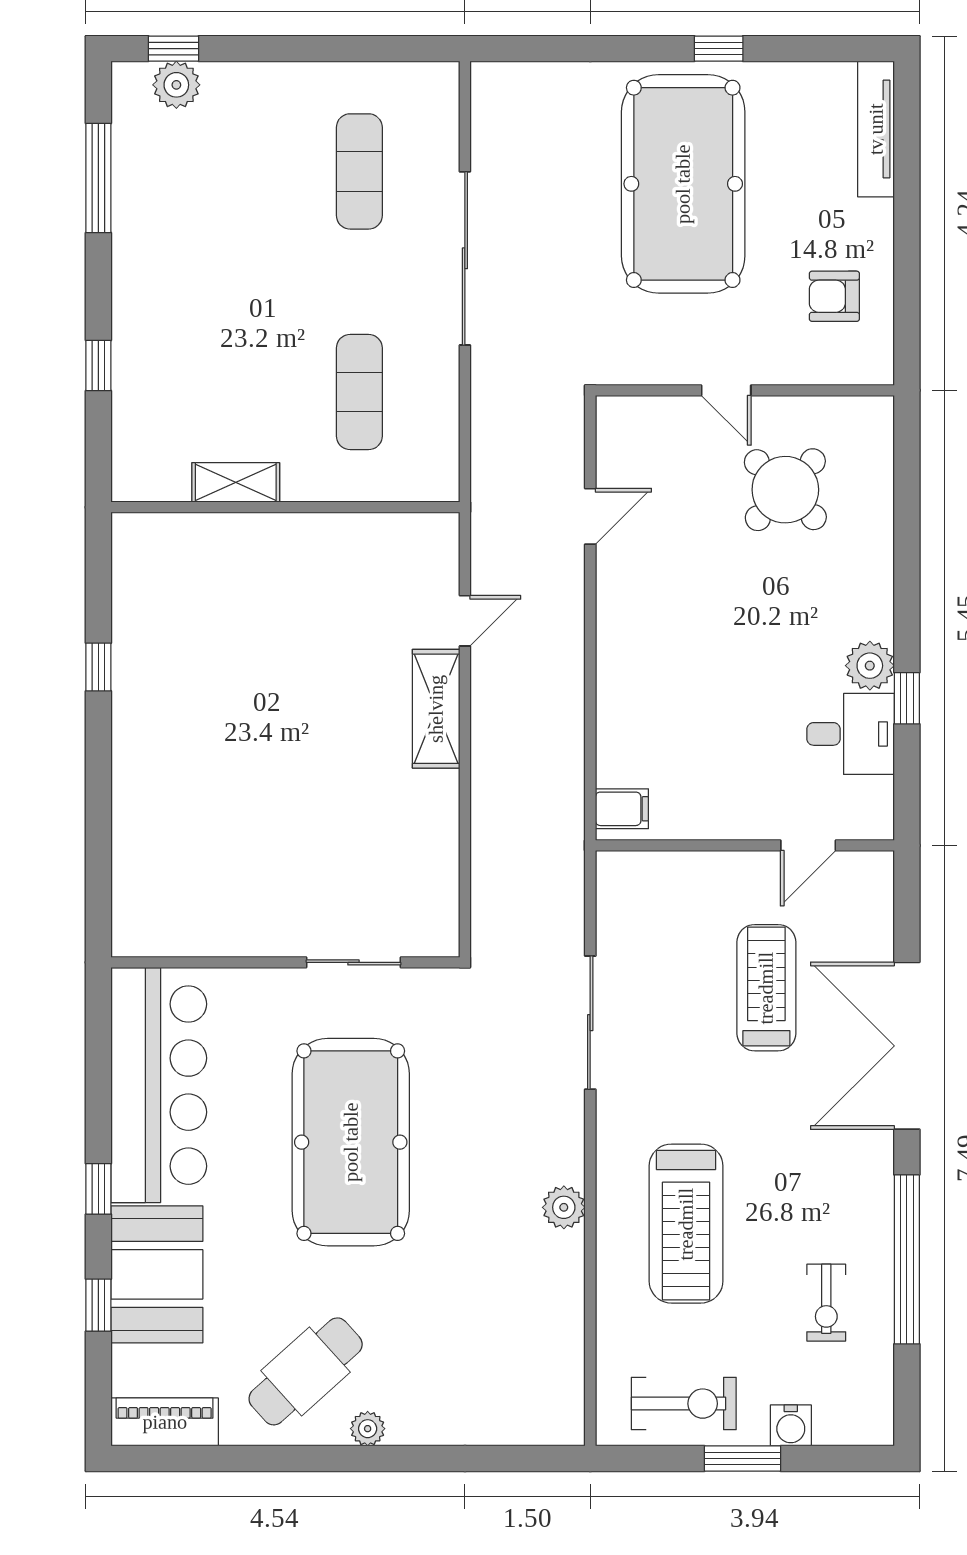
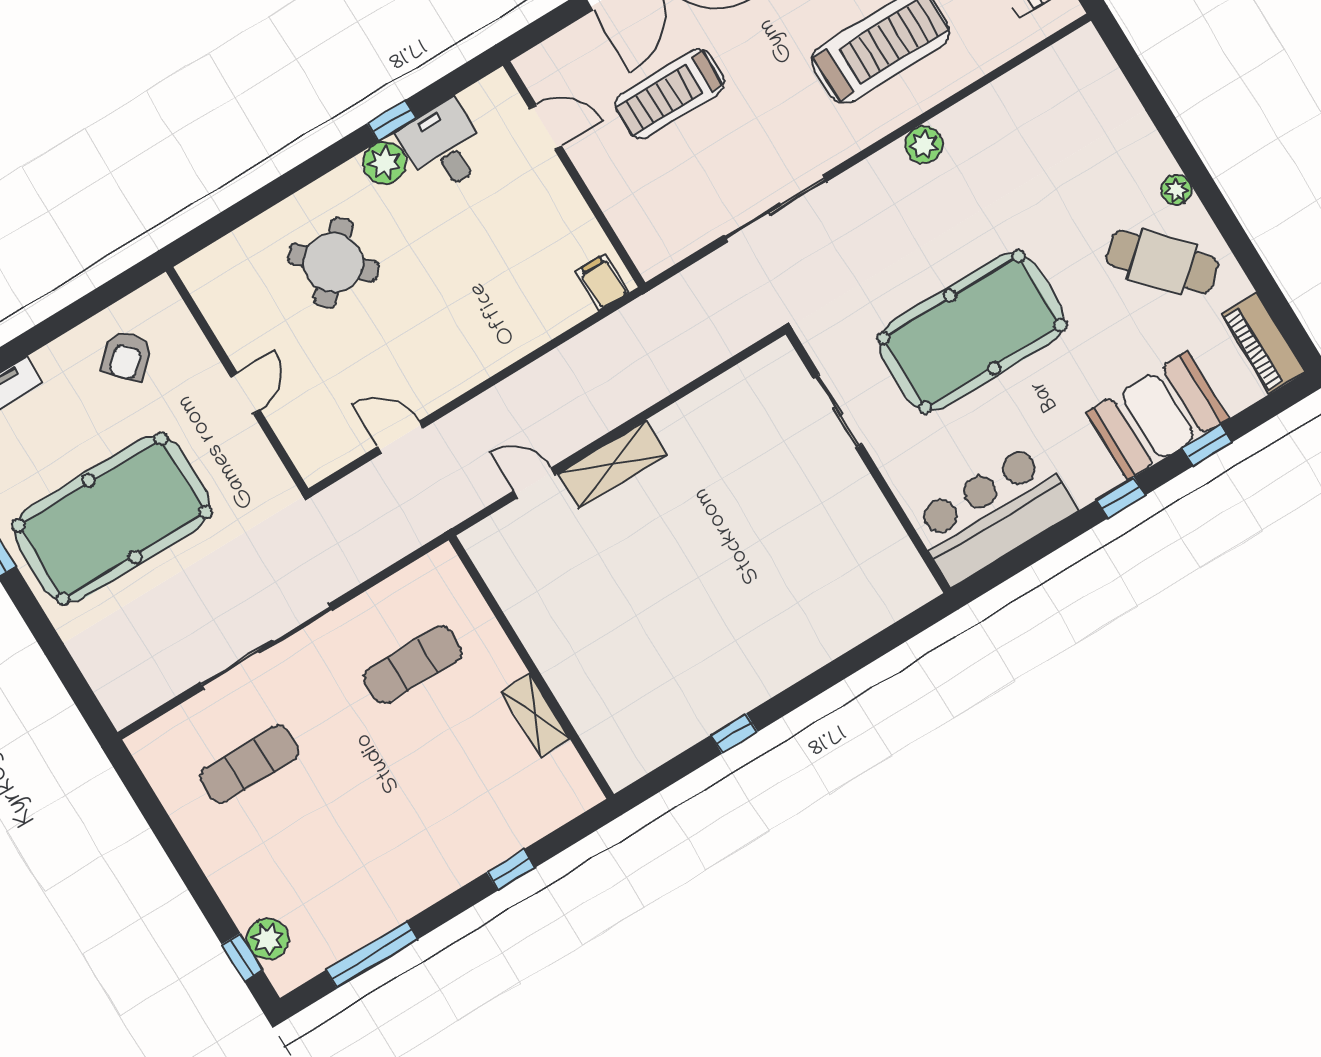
armchair: (834, 296) -> (127, 356), turned 47
round table: (785, 490) -> (333, 263), moved
bar counter: (159, 1085) -> (993, 514), width x0.73

